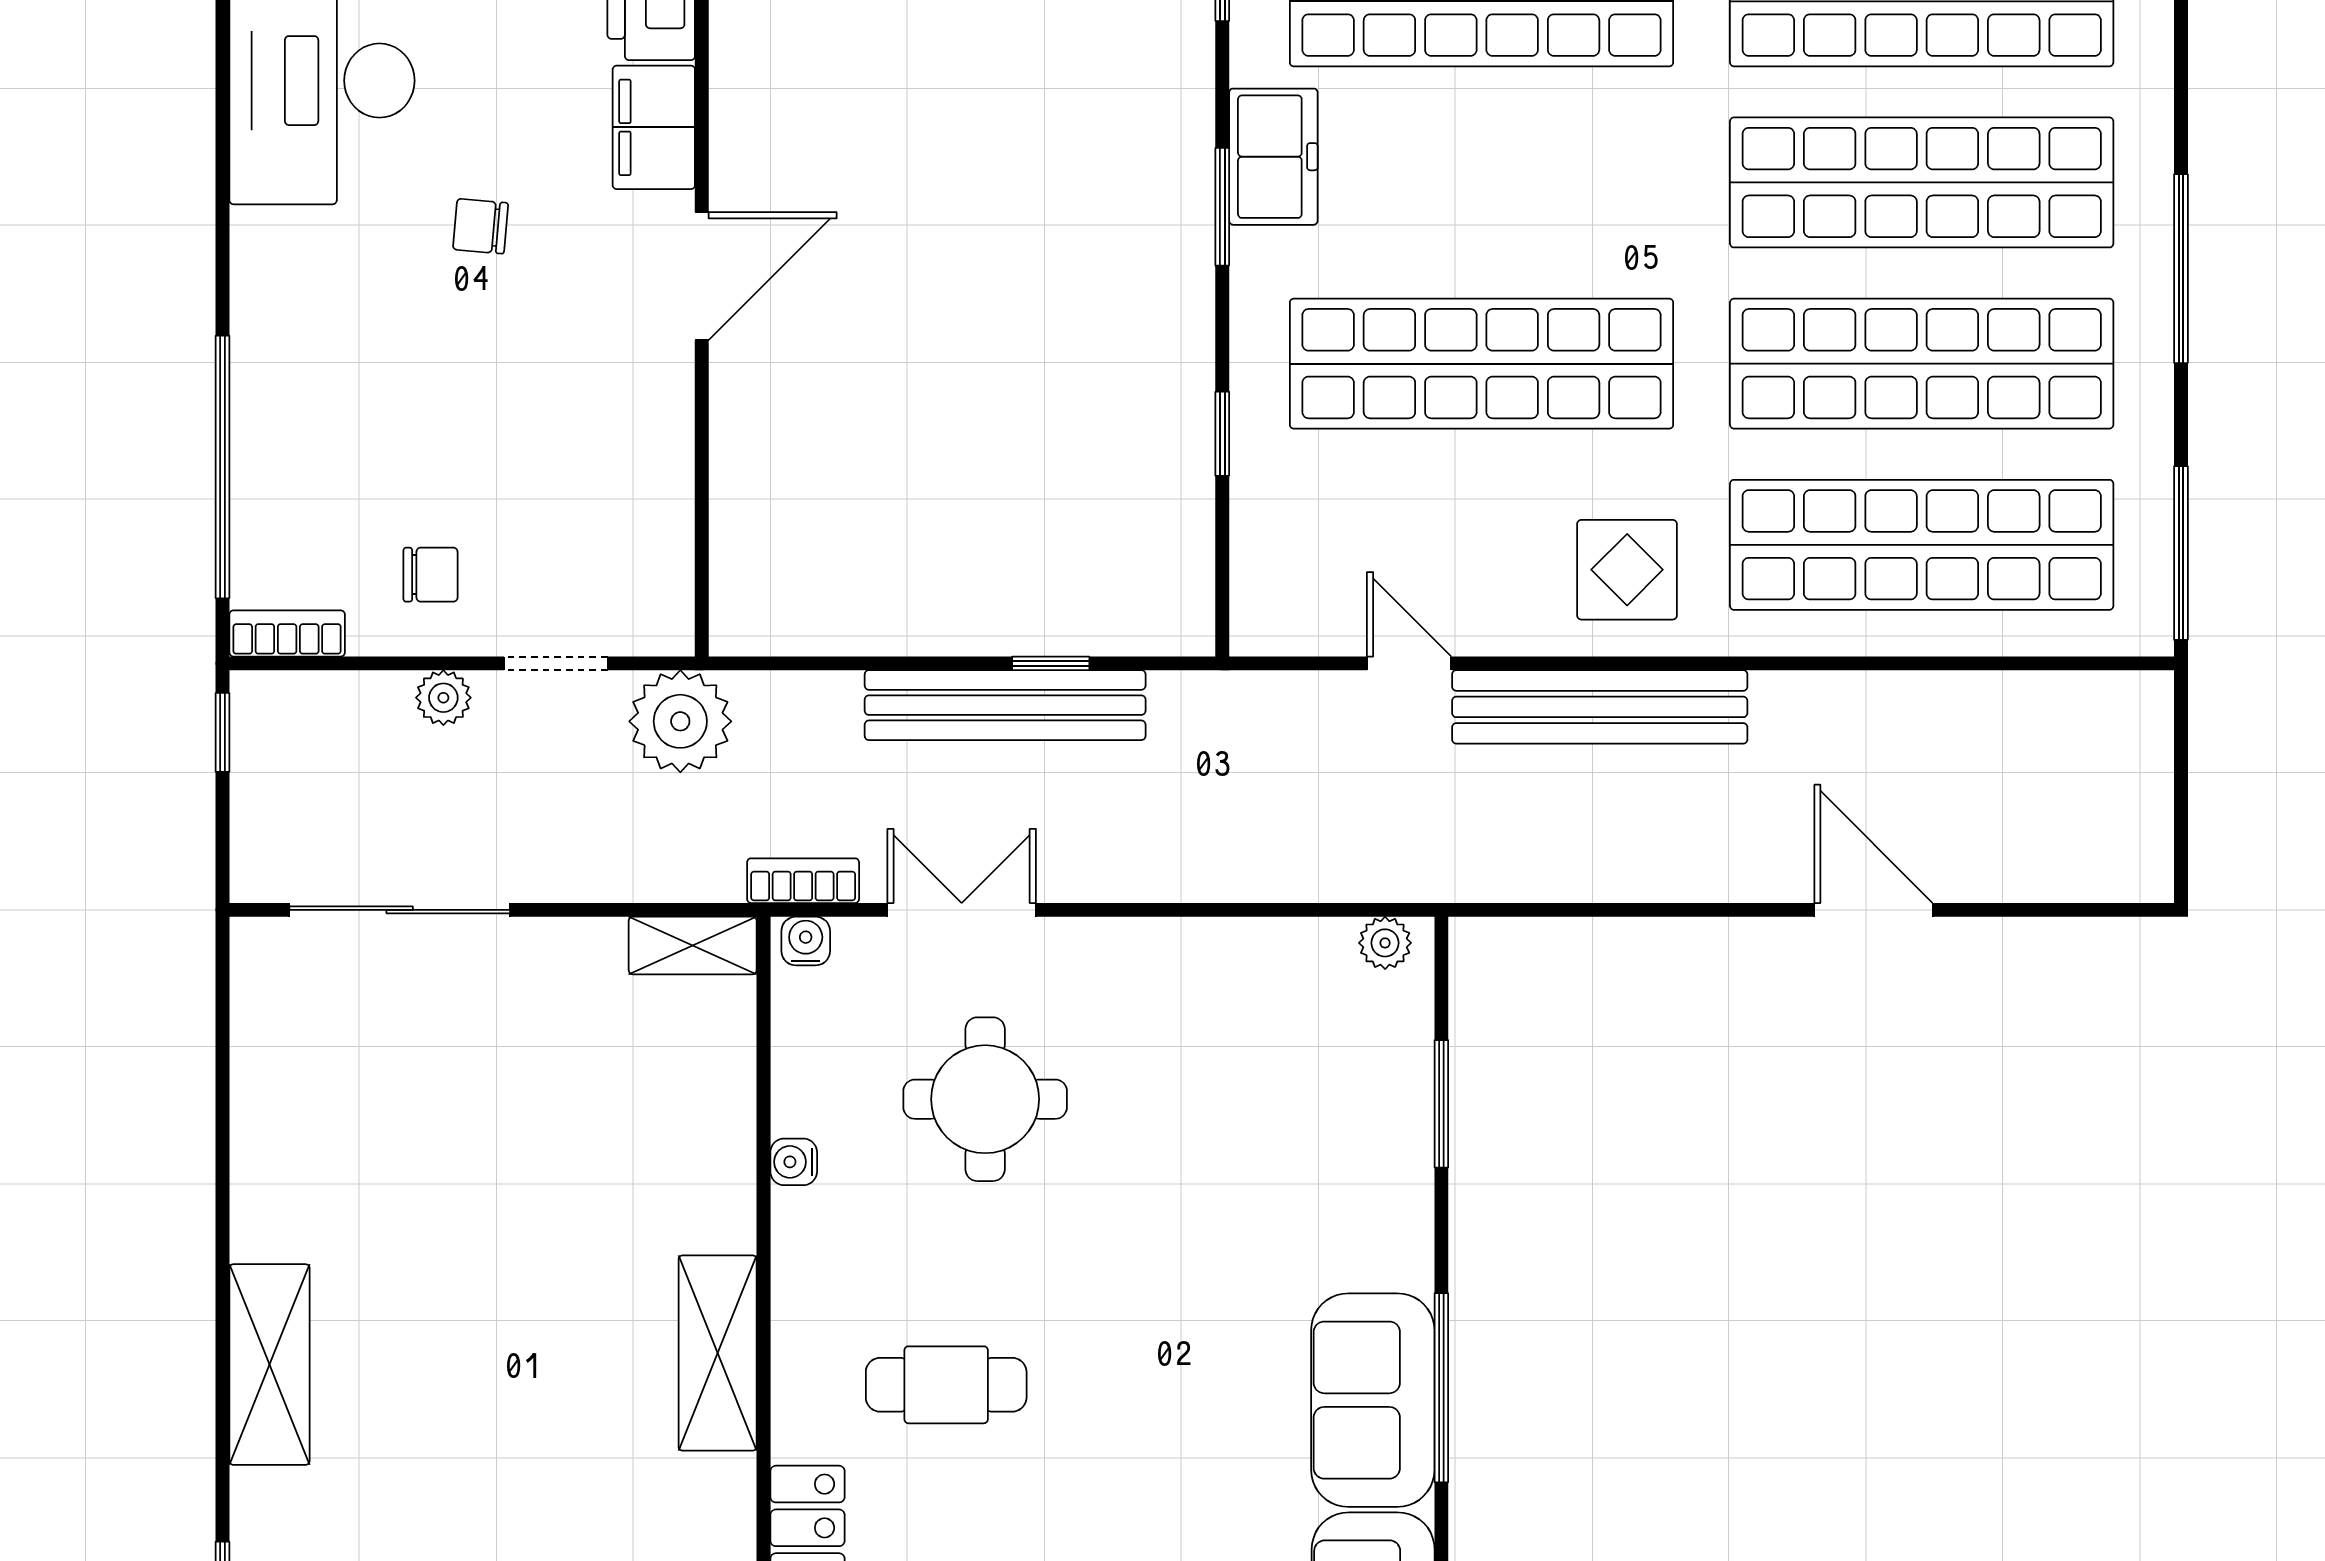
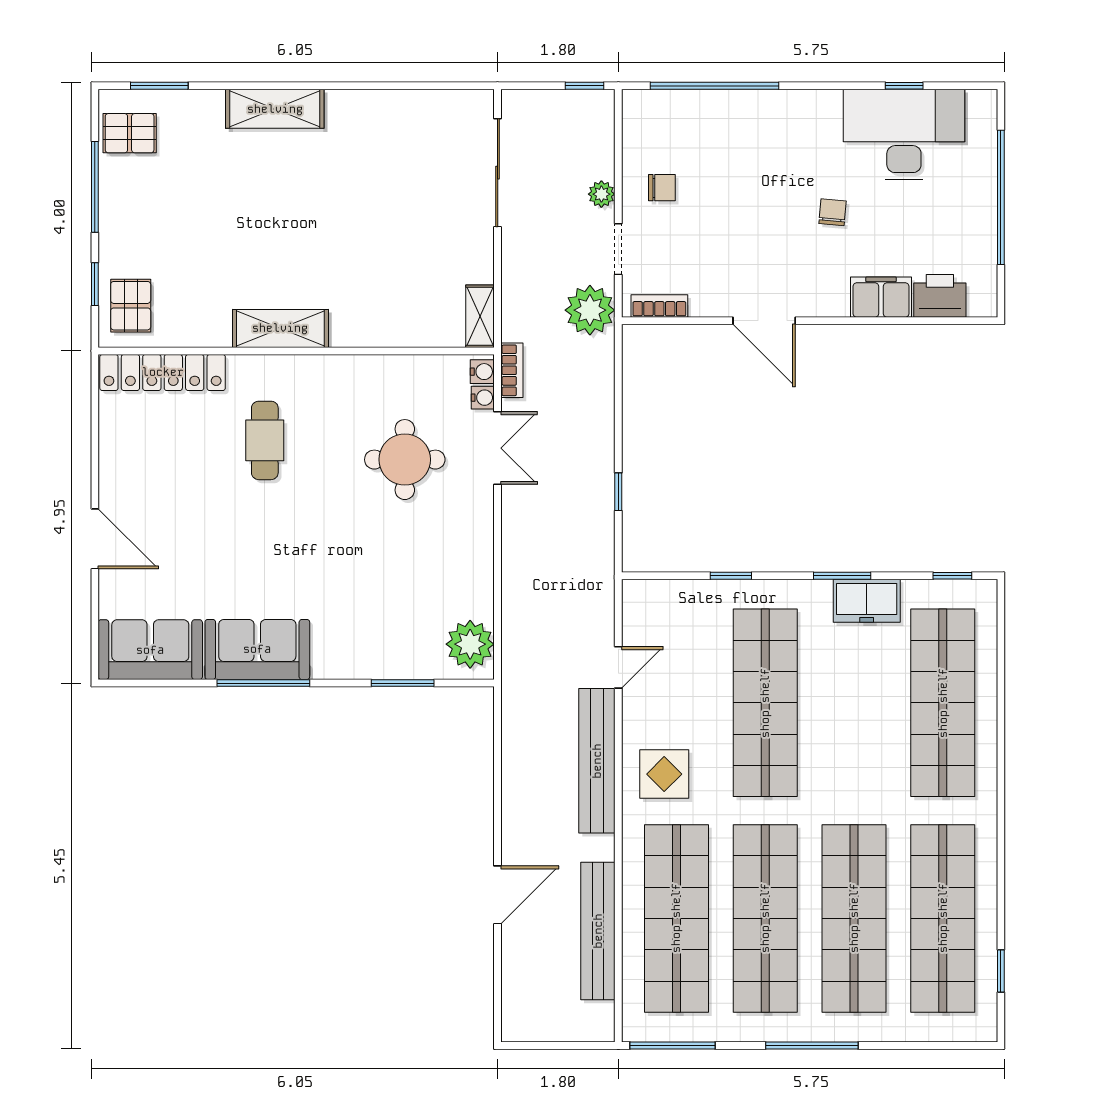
window: (223, 80) -> (904, 86), added
door: (702, 276) -> (764, 321), moved
chair: (431, 575) -> (662, 188), turned -90
bookcase: (287, 633) -> (659, 306), moved, turned -90
bench: (1005, 705) -> (598, 931), moved
plant: (1385, 943) -> (470, 644), width x1.88, depth x1.88
water cooler: (794, 1162) -> (483, 398), moved, turned 90

